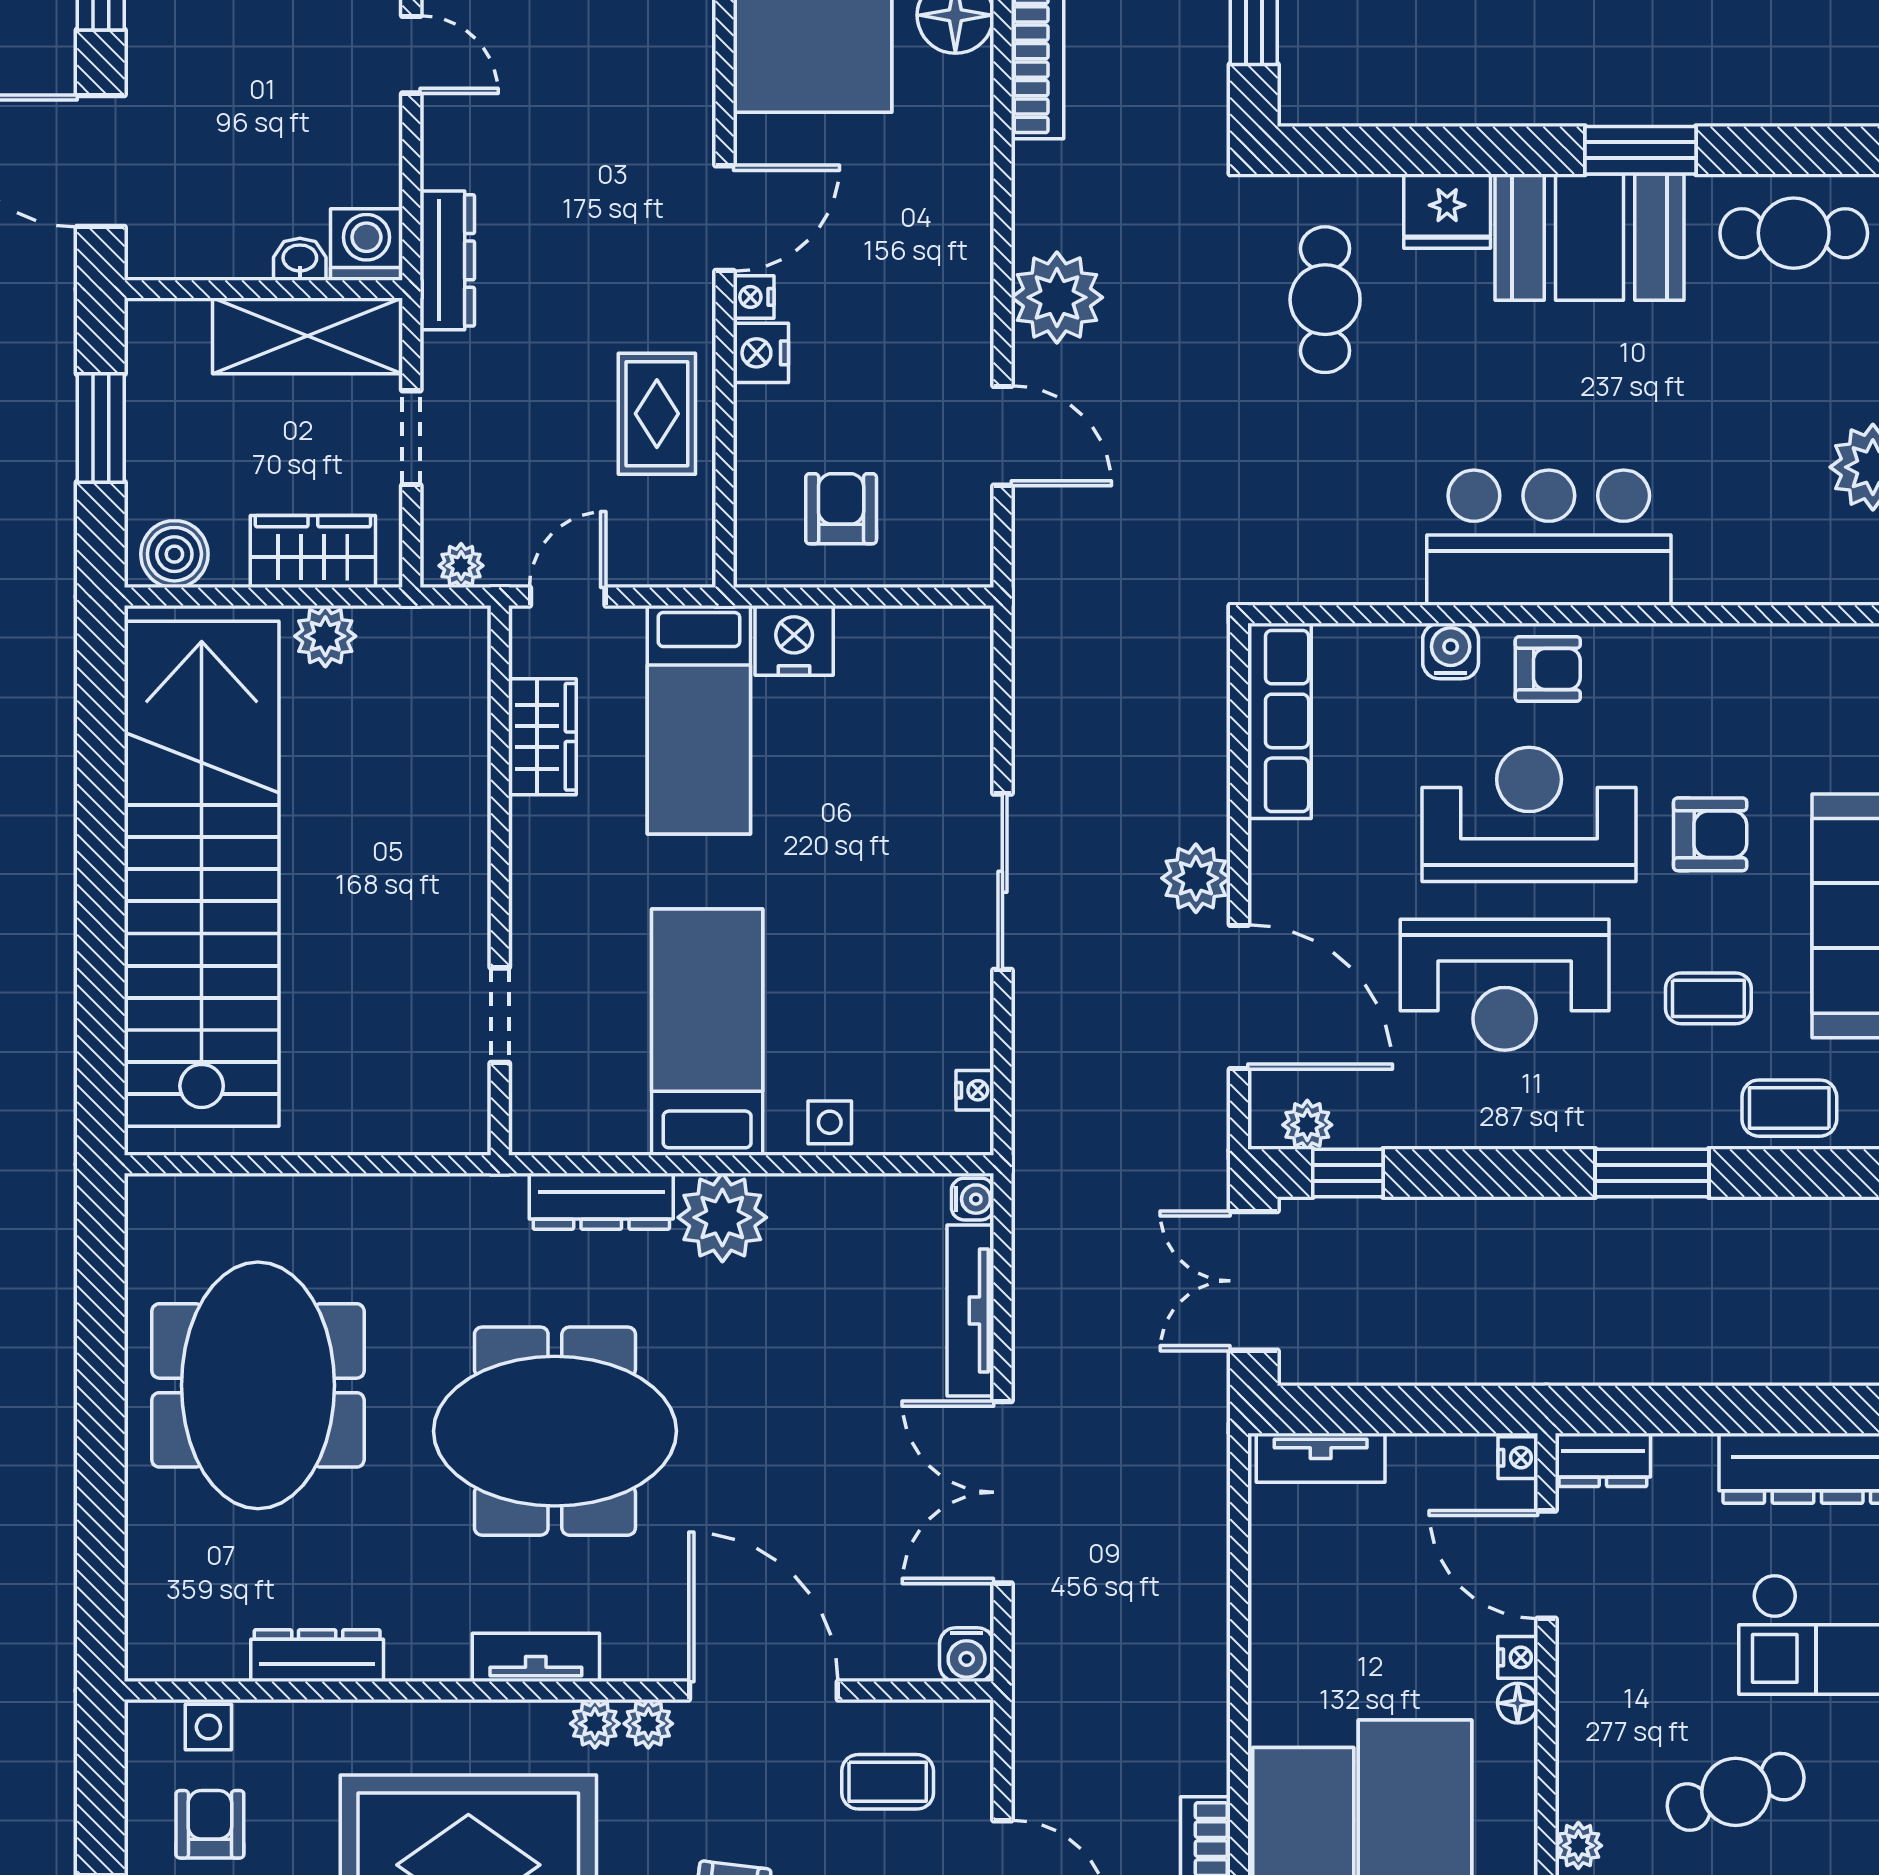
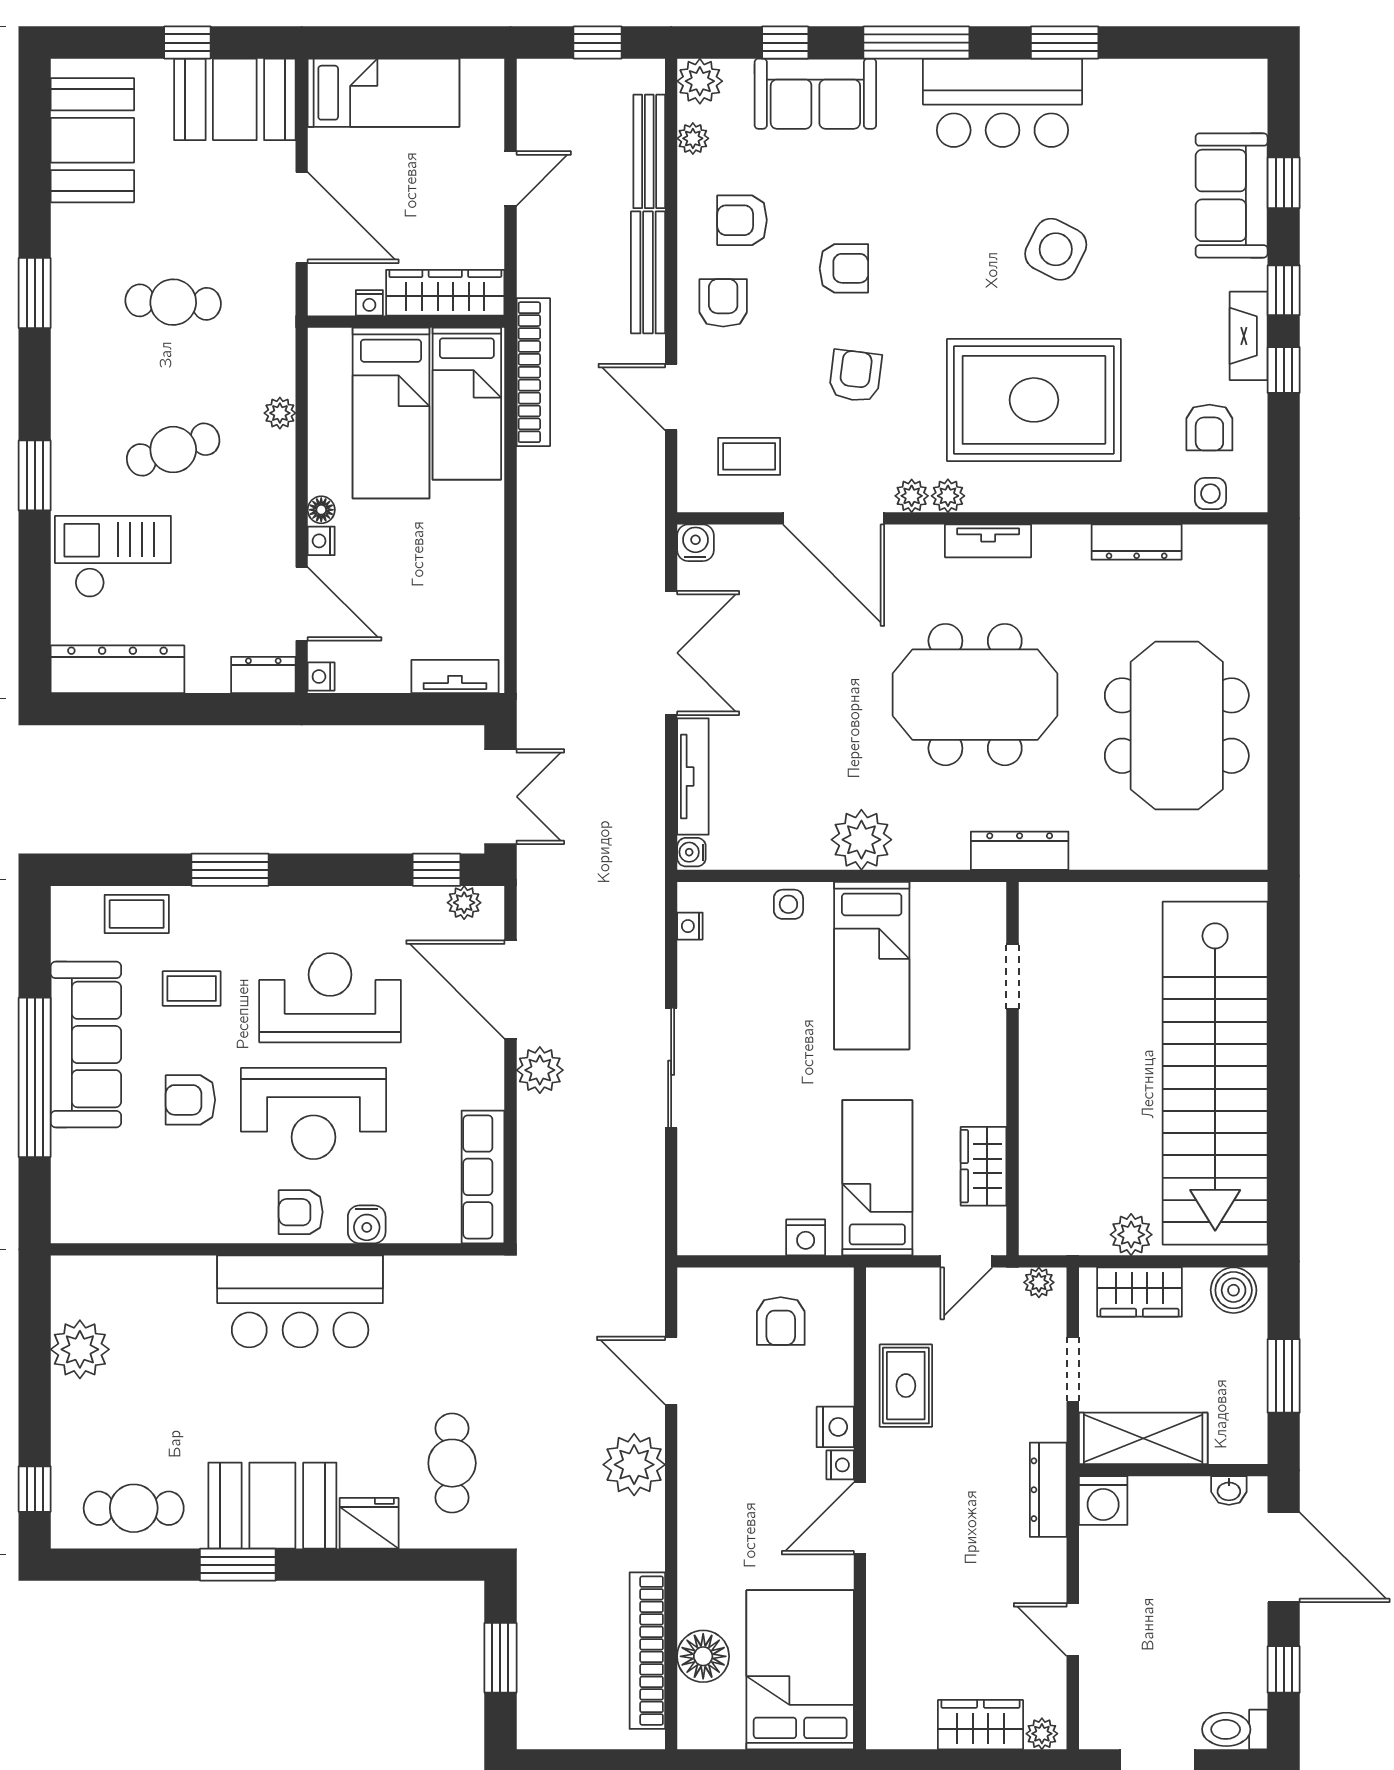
washbasin: (300, 259) -> (1229, 1491), moved
nightstand: (794, 640) -> (806, 1237), width x0.74, depth x0.75
dresser: (601, 1201) -> (1020, 851), moved

